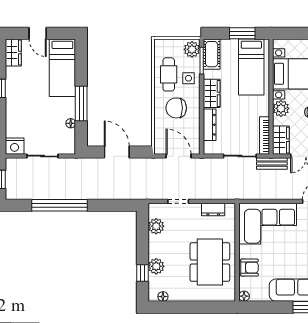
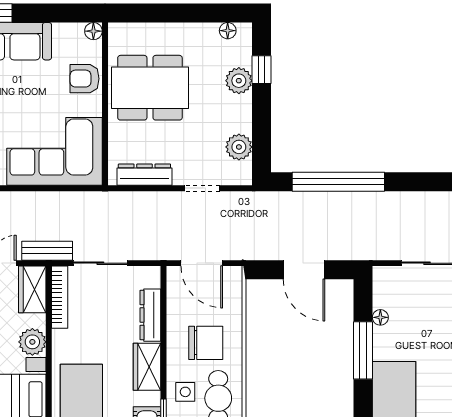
window: (59, 205) -> (338, 182), moved
dresser: (213, 210) -> (144, 175), width x1.44
dining table: (210, 262) -> (150, 88), turned 90

